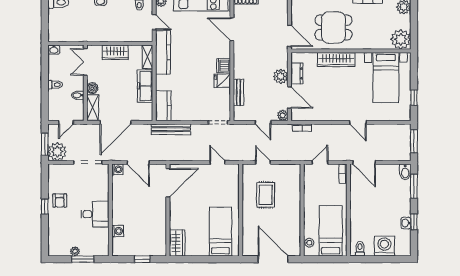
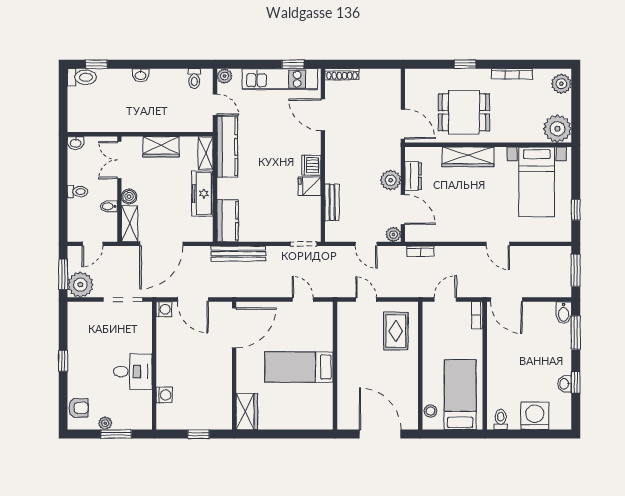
rug: (266, 195) -> (396, 331), moved
armchair: (60, 201) -> (78, 408), moved, turned -90
bed: (220, 232) -> (299, 367), moved, turned -90

